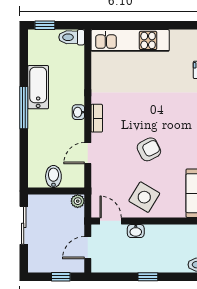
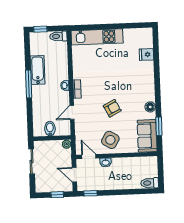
door: (88, 248) -> (74, 175), hinge flipped
window: (148, 277) -> (91, 193), moved

